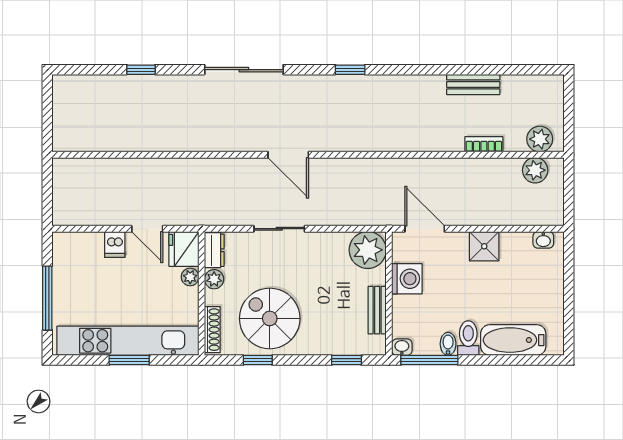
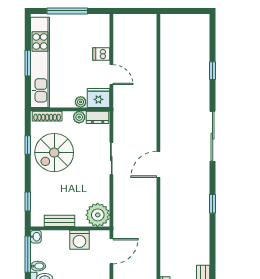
door: (147, 229) -> (111, 75), swing flipped
spiral stairs: (270, 318) -> (54, 153), turned 180

